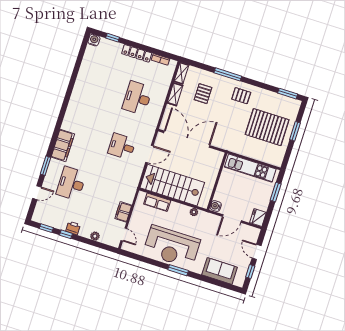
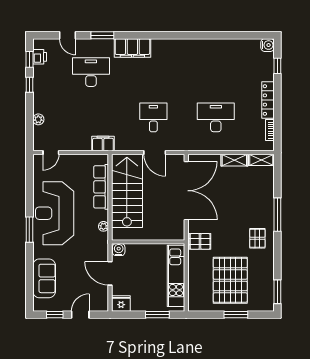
pallet: (203, 94) -> (200, 241), moved
row of seats: (157, 202) -> (101, 187), width x1.48
filing cabinet: (123, 212) -> (103, 144), moved
printer: (73, 228) -> (40, 57), moved

